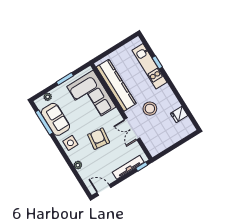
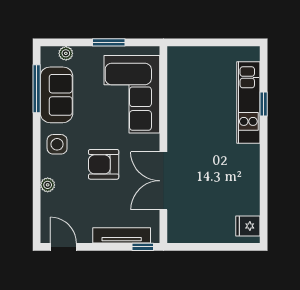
kitchen counter: (116, 85) -> (180, 100), removed
stool: (150, 109) -> (209, 167), removed
fridge: (179, 114) -> (248, 226), moved
double door: (132, 129) -> (163, 181), width x1.37
armchair: (99, 139) -> (104, 164), turned -97

